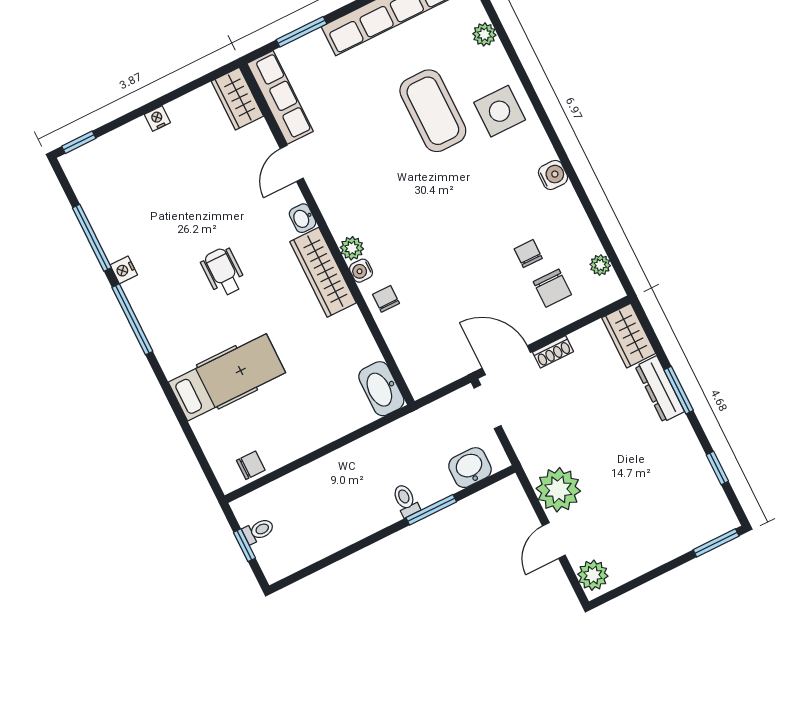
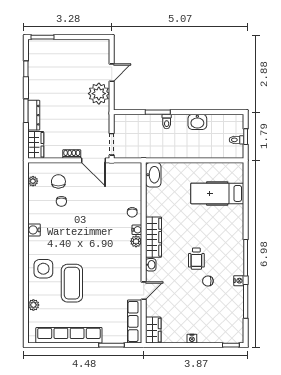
hospital bed: (227, 377) -> (217, 193), moved
chair: (251, 465) -> (208, 281), moved
washbasin: (470, 468) -> (197, 122), moved
plant: (593, 575) -> (102, 49), removed

